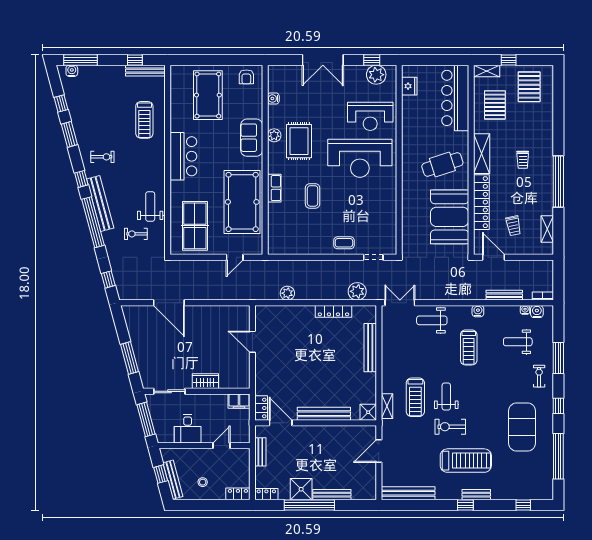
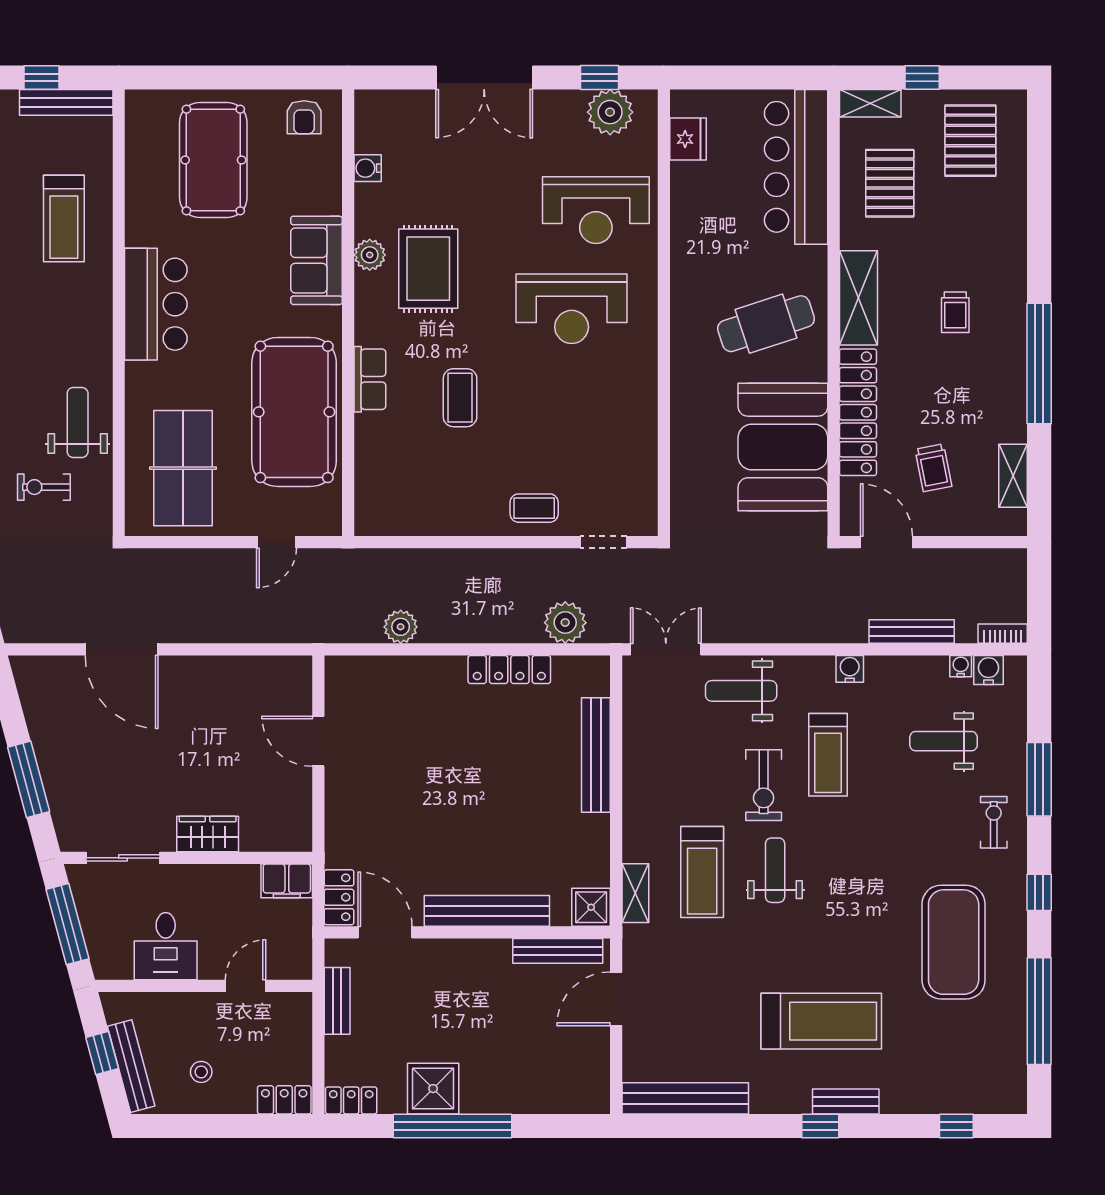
reception desk: (360, 158) -> (572, 309), width x0.74, depth x0.77
exercise bike: (450, 427) -> (764, 785), moved, turned -90
bench: (332, 495) -> (558, 951), moved

